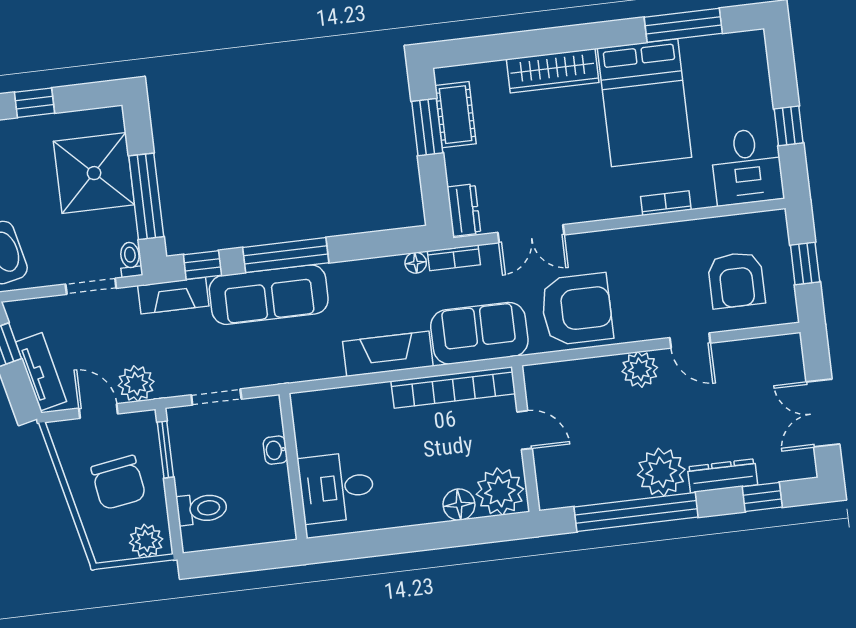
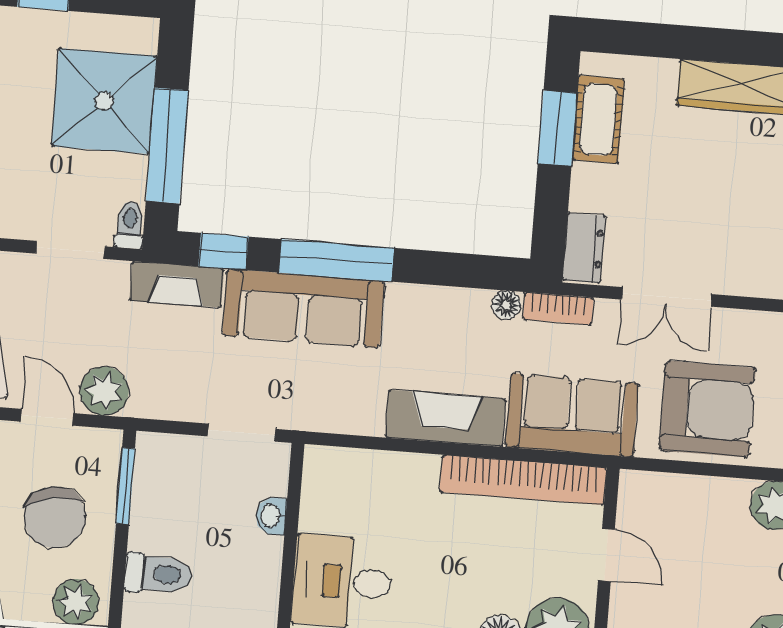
doorway: (216, 397) -> (242, 433), moved

